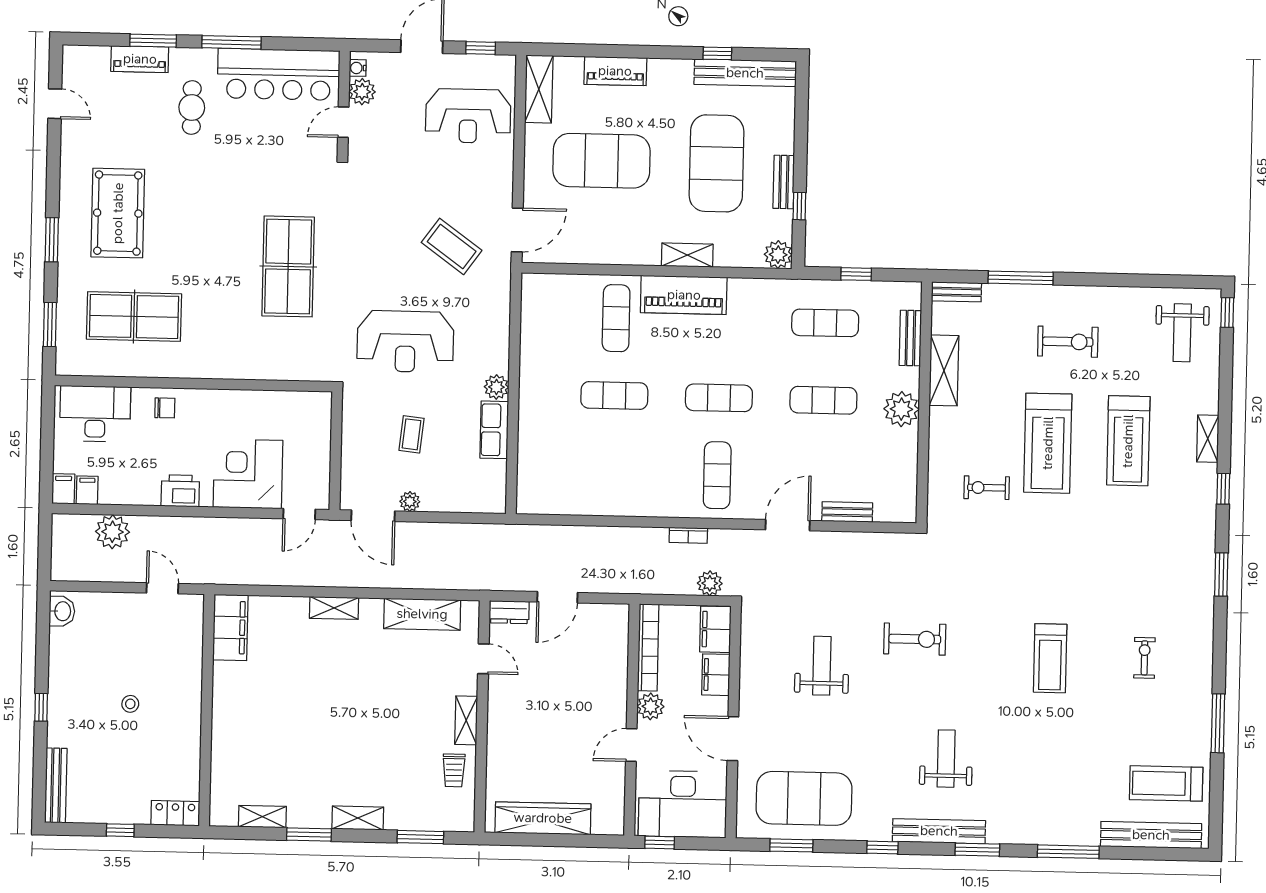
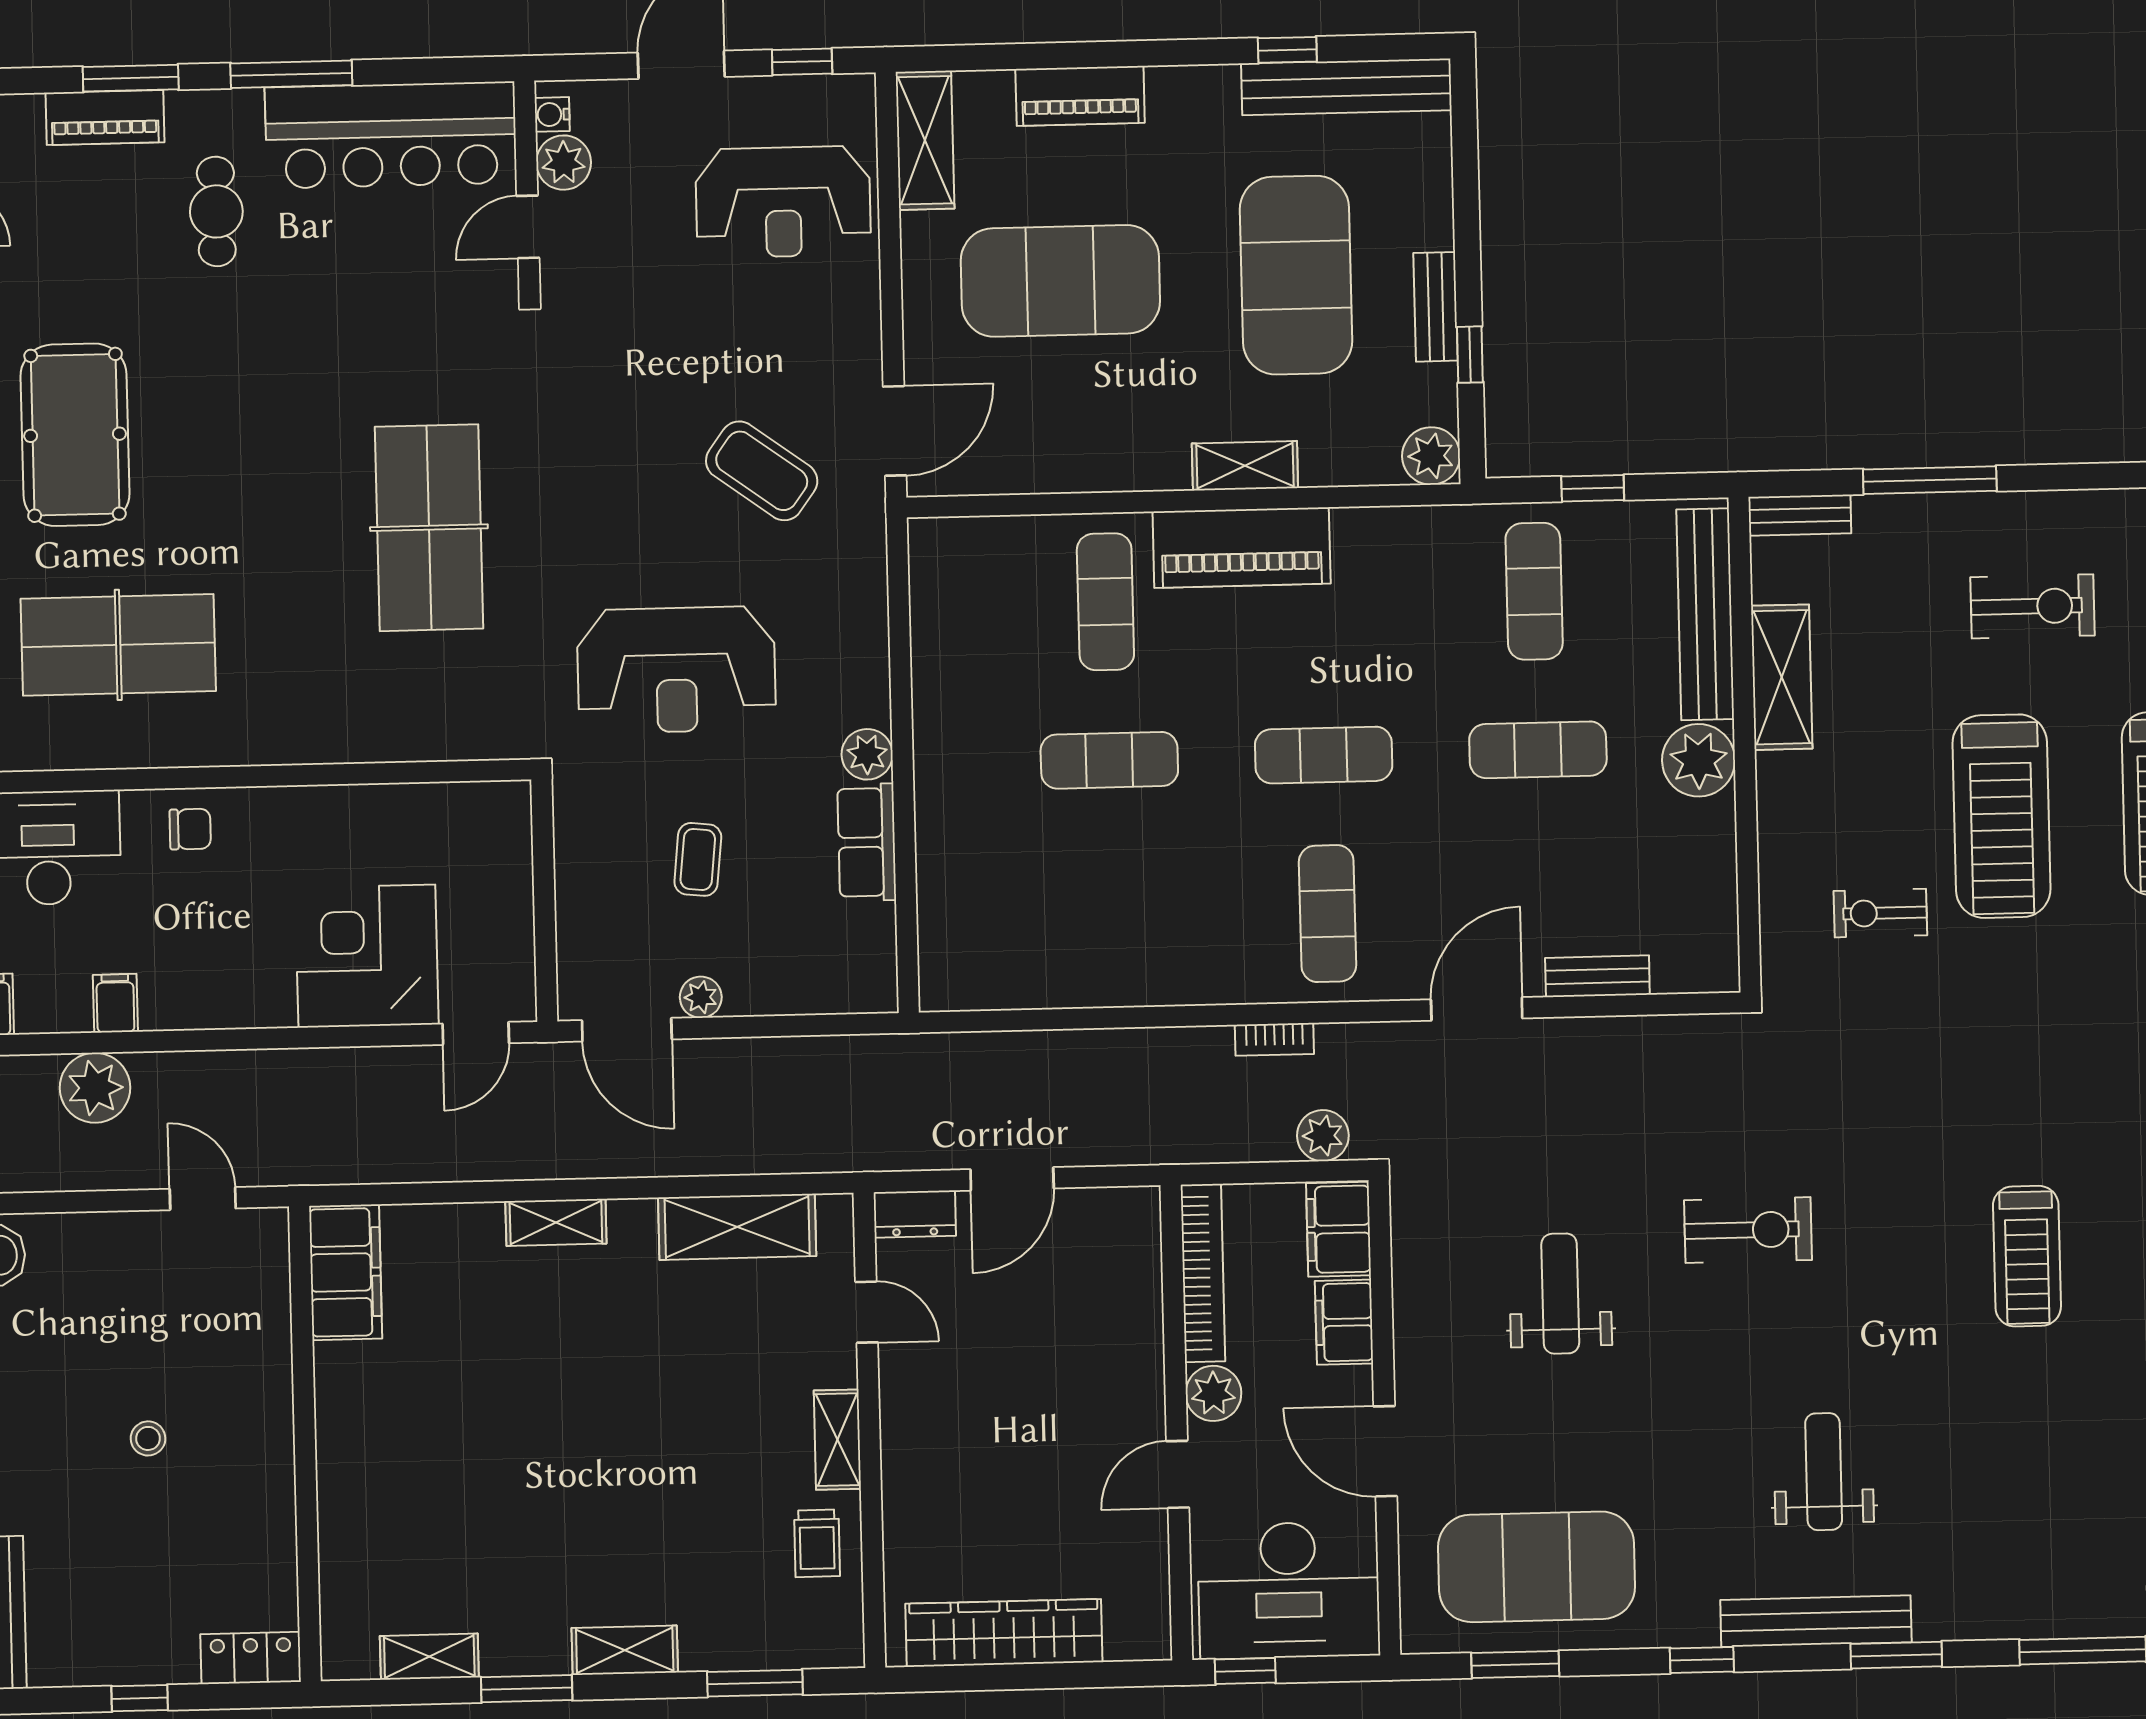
exercise mat: (825, 323) -> (1534, 591), turned 90
bench: (910, 338) -> (1705, 614), width x1.86, depth x1.21
filing cabinet: (87, 490) -> (115, 1003), moved
printer: (180, 491) -> (230, 997), removed

